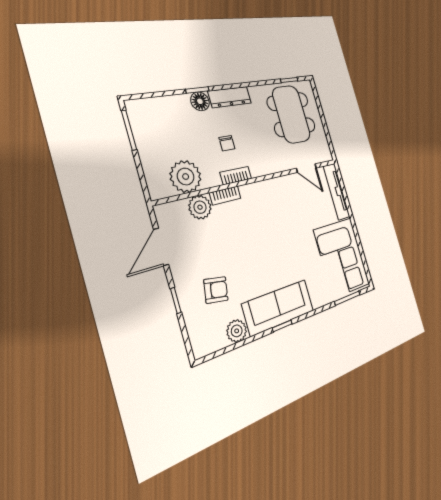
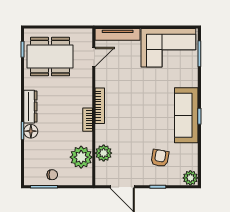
chair: (227, 143) -> (52, 175), moved
bookcase: (225, 195) -> (100, 106), moved, width x1.56
plant: (237, 331) -> (190, 178), moved

